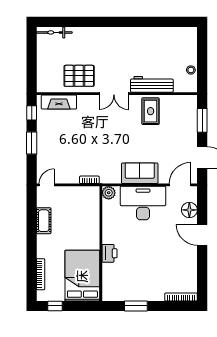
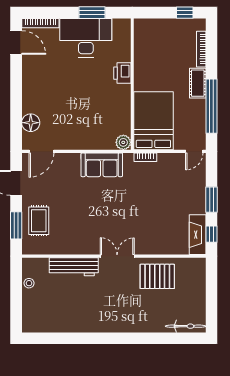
fireplace: (59, 102) -> (198, 235), moved, turned -90
rug: (151, 111) -> (39, 221), moved
sofa: (140, 173) -> (102, 165), moved
desk: (143, 203) -> (86, 38), moved, turned 180
cot: (44, 221) -> (198, 83), moved
window: (32, 224) -> (212, 106), added
door: (202, 235) -> (16, 42), moved
bed: (82, 276) -> (153, 121), moved, turned 180

